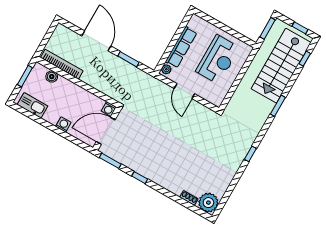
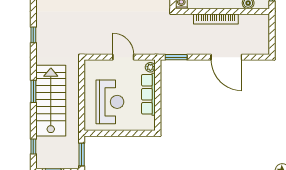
window: (128, 59) -> (176, 57), moved
reception desk: (218, 59) -> (110, 102), turned 180
bookcase: (62, 64) -> (216, 19), moved
stairs: (281, 66) -> (51, 101), moved

